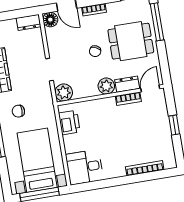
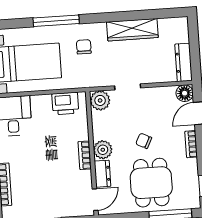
dresser: (29, 22) -> (184, 62), width x1.44
door: (150, 89) -> (95, 200), hinge flipped
bookcase: (128, 99) -> (85, 155), moved

